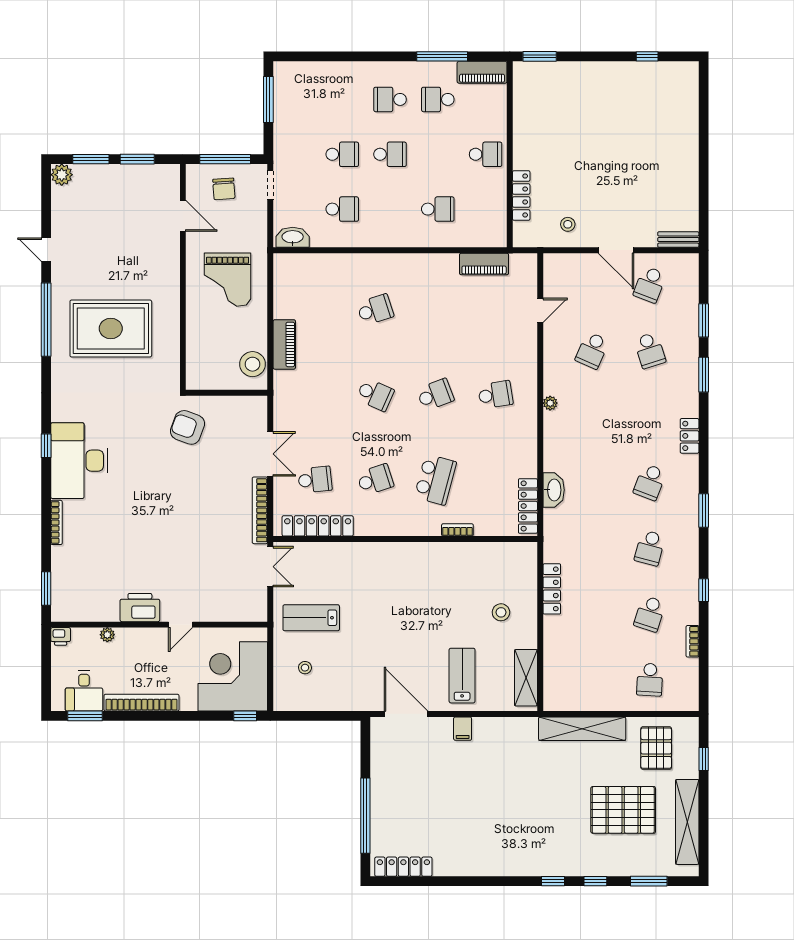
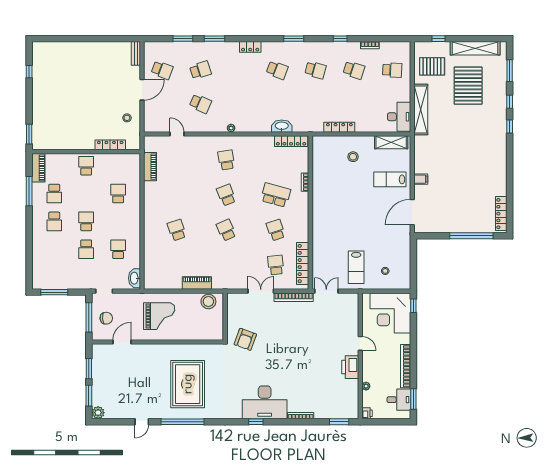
school desk: (342, 154) -> (86, 249), turned 180
school desk: (375, 395) -> (226, 230), turned -48
desk: (570, 691) -> (399, 117), added

